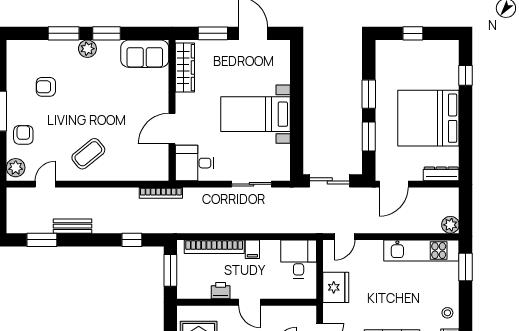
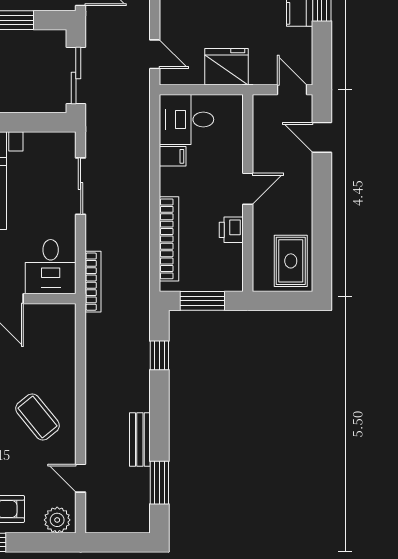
bookcase: (161, 193) -> (93, 282), moved
filing cabinet: (252, 249) -> (173, 156), moved

